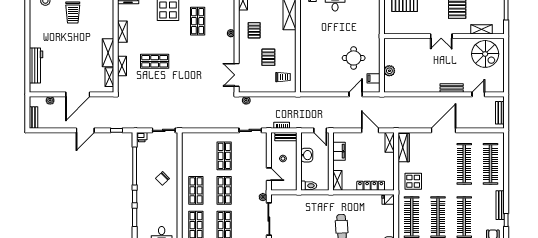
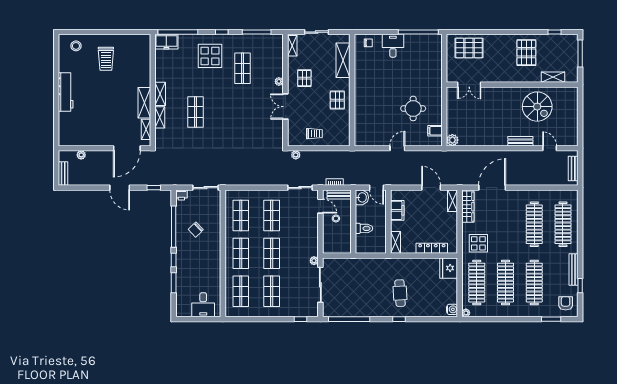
shelving: (122, 32) -> (160, 94), moved
double door: (441, 36) -> (469, 85), moved
spiral stairs: (485, 54) -> (537, 107), moved
pallet: (268, 57) -> (337, 100), moved
shop shelf: (155, 61) -> (196, 112), turned 90
workbench: (36, 66) -> (66, 92), moved
plant: (389, 71) -> (452, 140), moved
double door: (237, 75) -> (285, 107), moved
trolley: (283, 77) -> (314, 134), moved
door: (78, 94) -> (127, 148), moved
door: (356, 94) -> (397, 148), moved
door: (478, 94) -> (550, 148), hinge flipped
door: (85, 130) -> (120, 188), hinge flipped
door: (444, 130) -> (492, 188), moved
washbasin: (307, 155) -> (362, 197), moved
shop shelf: (196, 156) -> (241, 216), added
door: (269, 174) -> (320, 206), moved
chair: (163, 178) -> (196, 230), moved
toilet: (309, 186) -> (364, 228), moved
fridge: (388, 199) -> (449, 268), width x1.88, depth x1.34

